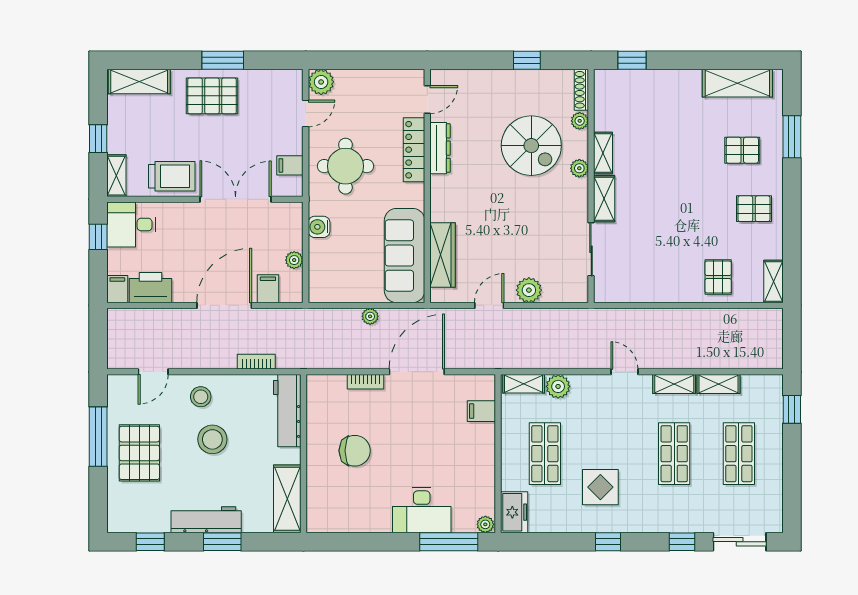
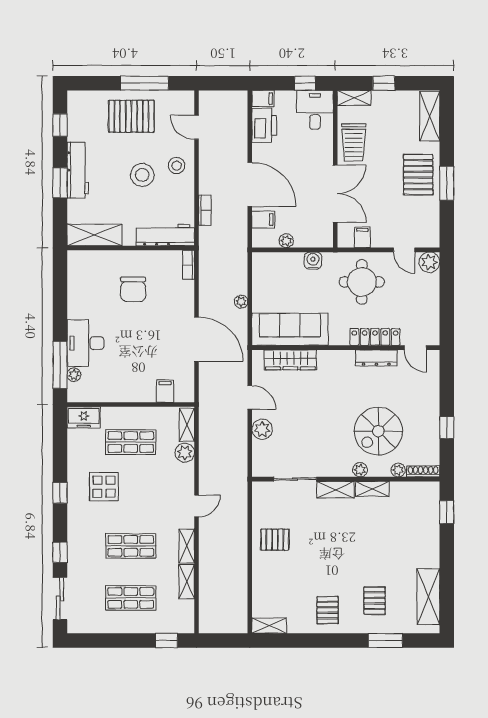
pallet: (718, 277) -> (275, 540), moved
bookcase: (365, 382) -> (189, 265), moved
plant: (485, 524) -> (74, 375), moved

